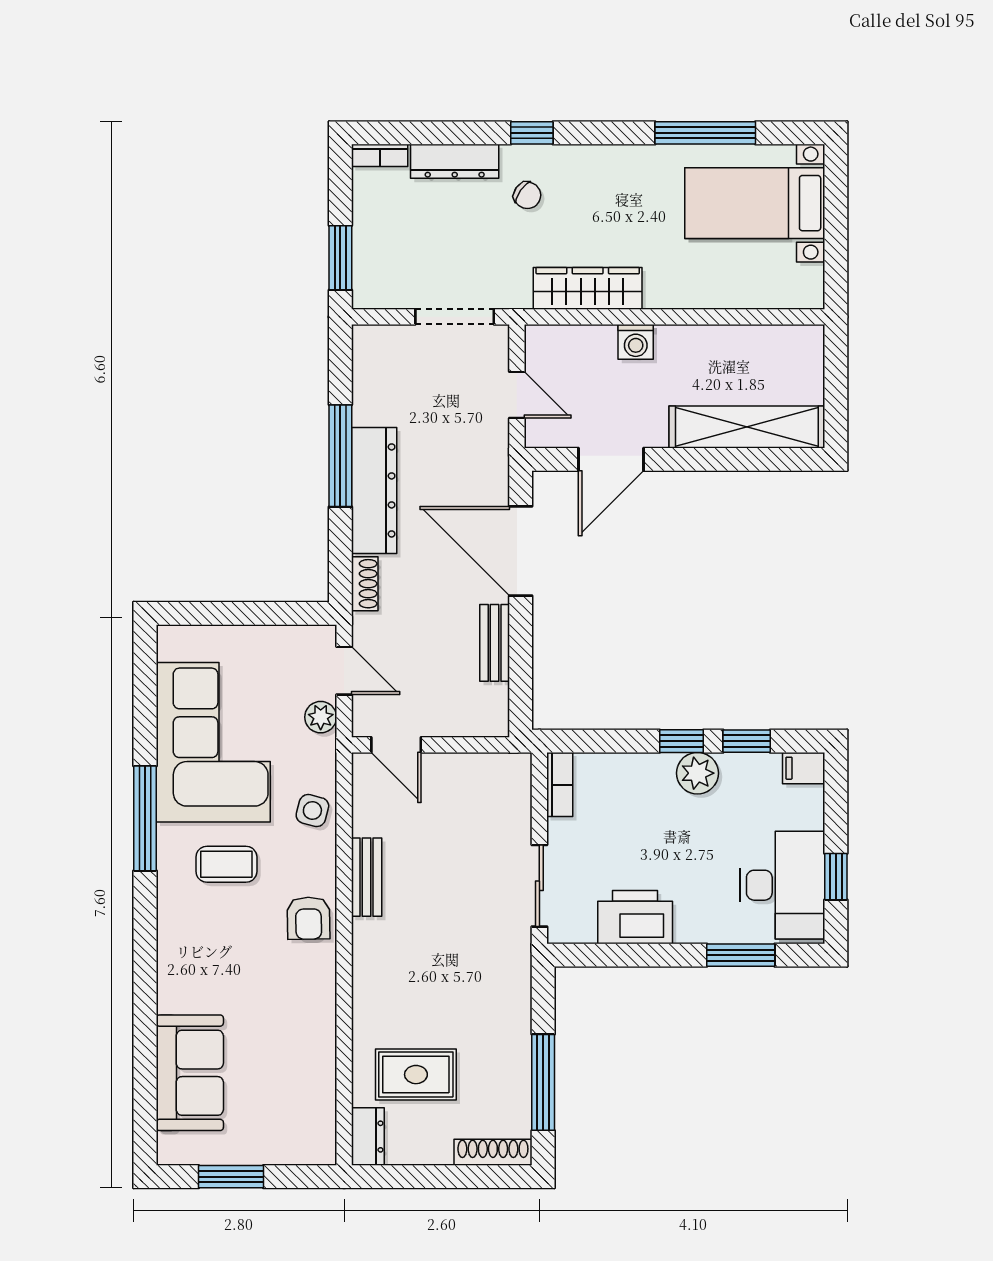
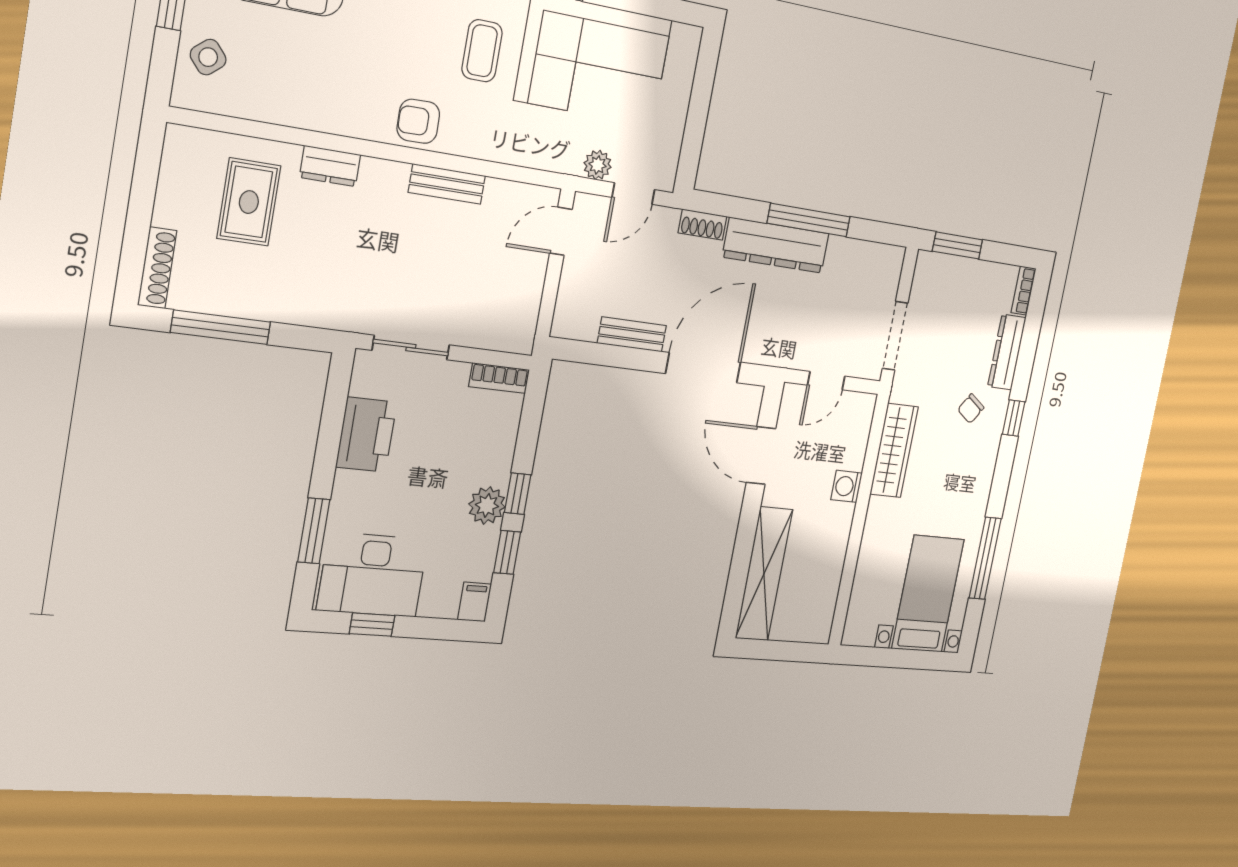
side table: (312, 811) -> (208, 57), moved, turned 35
dresser: (368, 1137) -> (330, 166), moved

